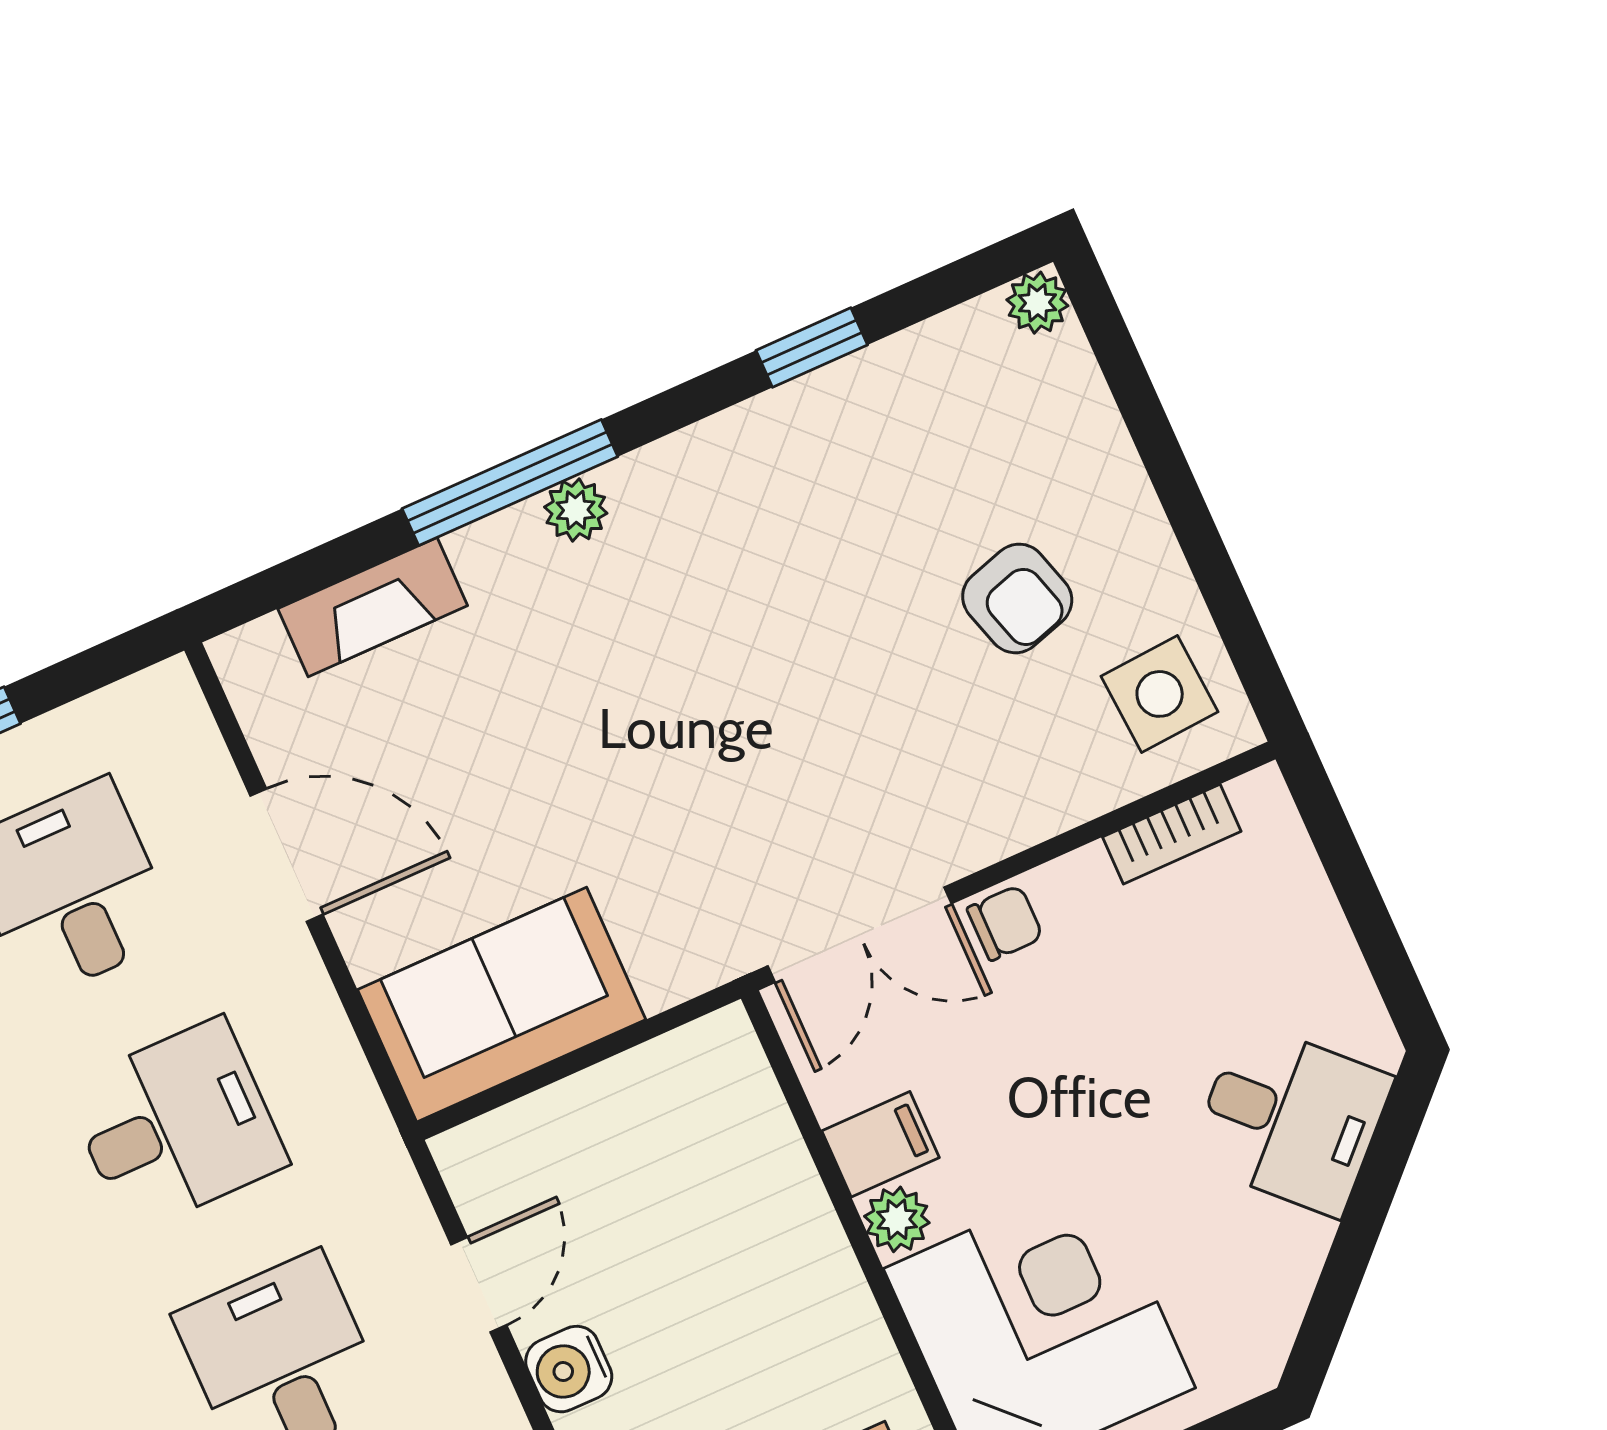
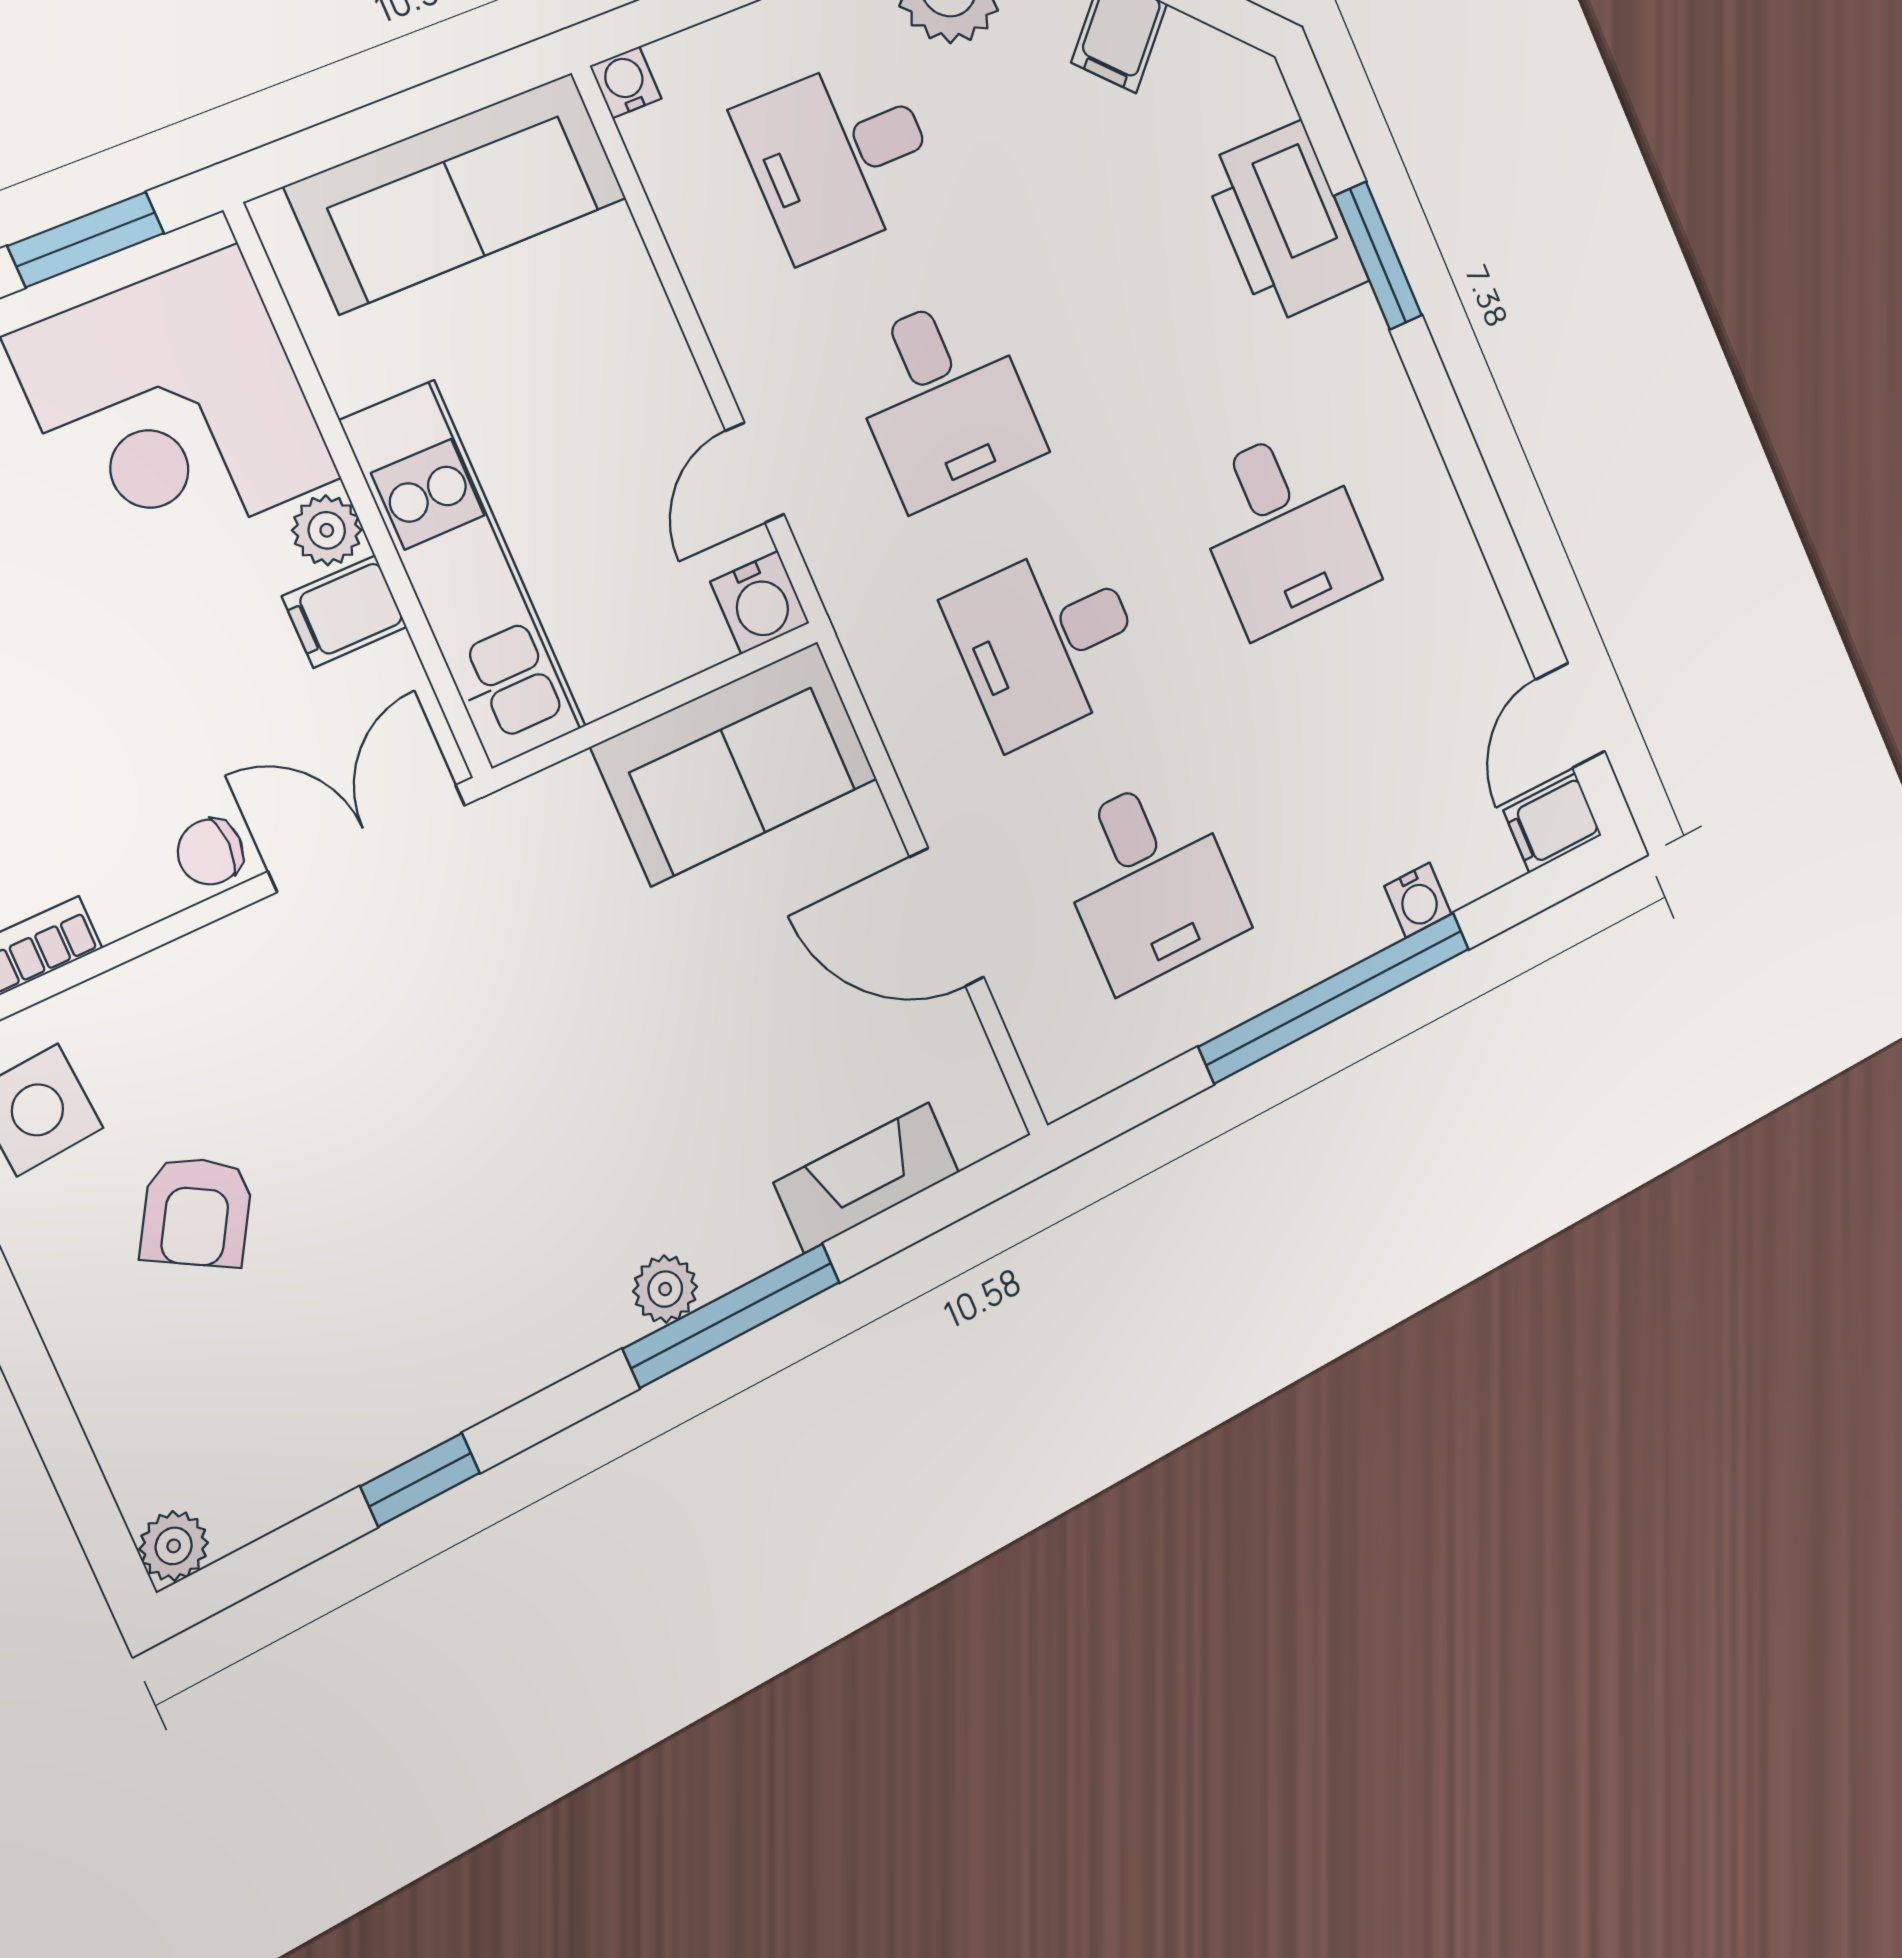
armchair: (1017, 598) -> (197, 1212), turned -132
kitchen unit: (768, 1181) -> (463, 574), added
water cooler: (569, 1369) -> (760, 602), moved, turned 90

